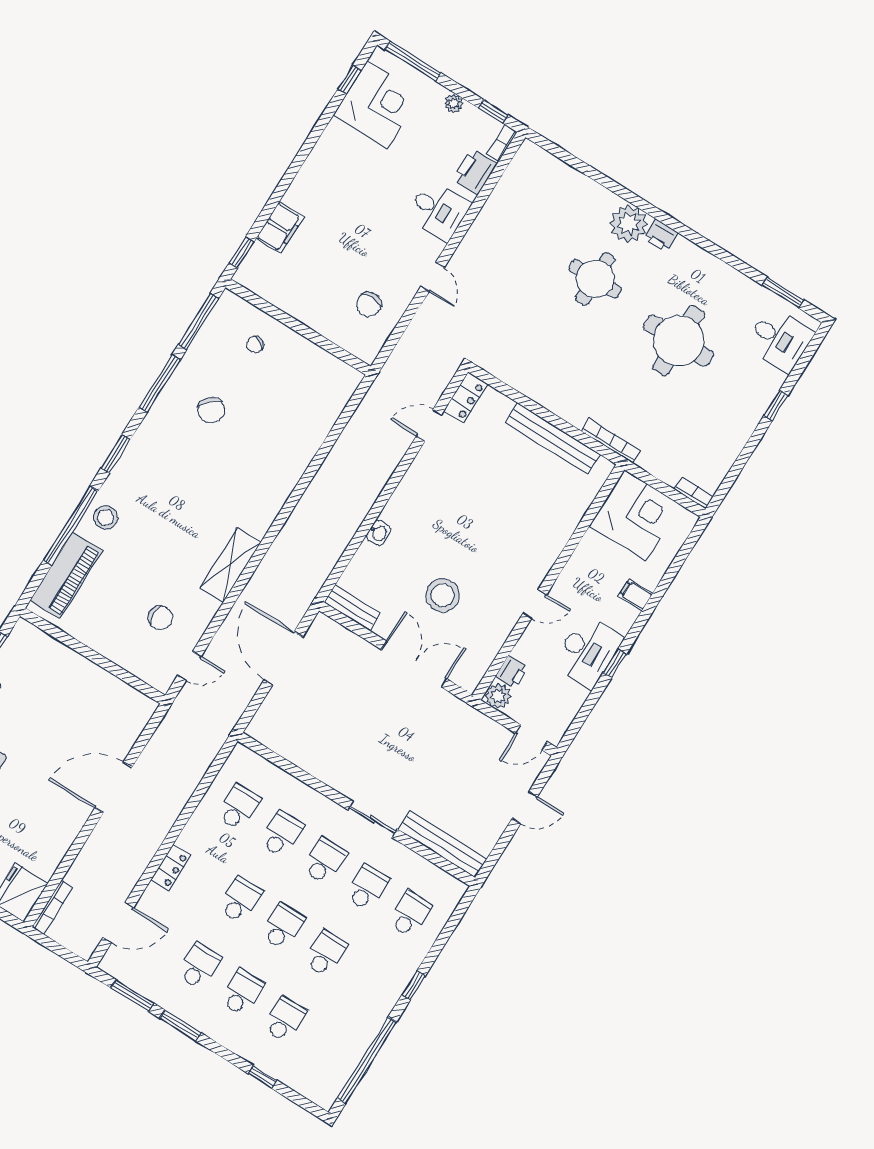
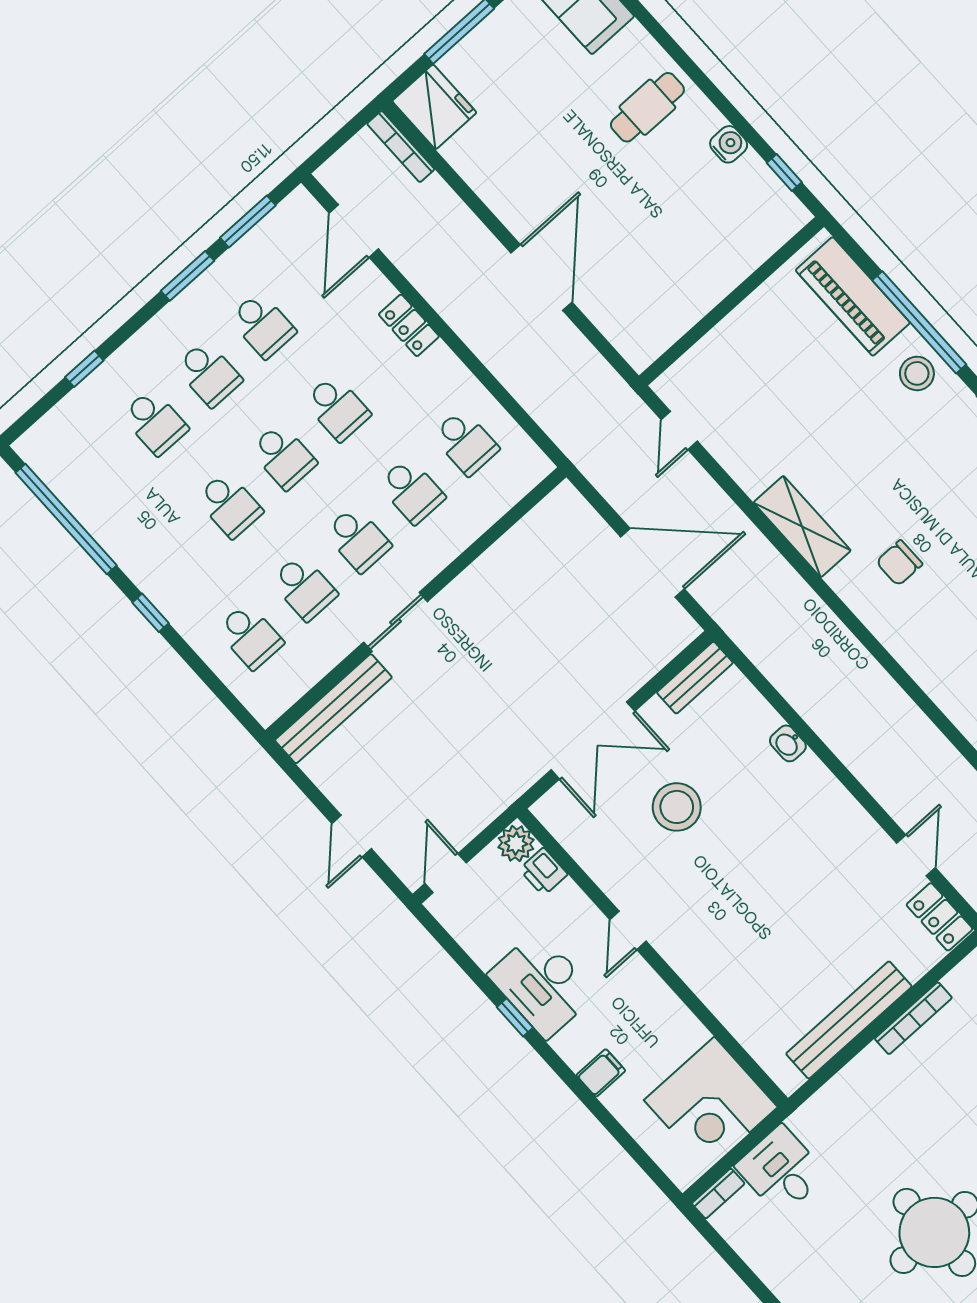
bookcase: (611, 441) -> (913, 1018), moved
desk: (666, 455) -> (781, 1170), added
chair: (160, 618) -> (899, 563), moved

